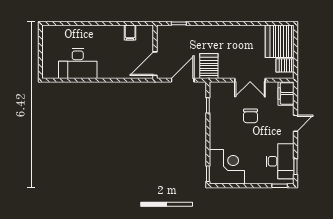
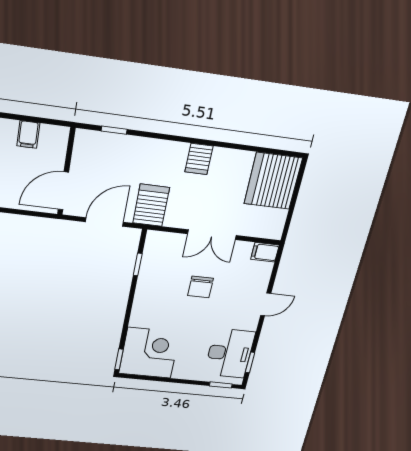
server rack: (285, 65) -> (199, 159), moved, turned -90
filing cabinet: (286, 93) -> (265, 252), width x0.50

